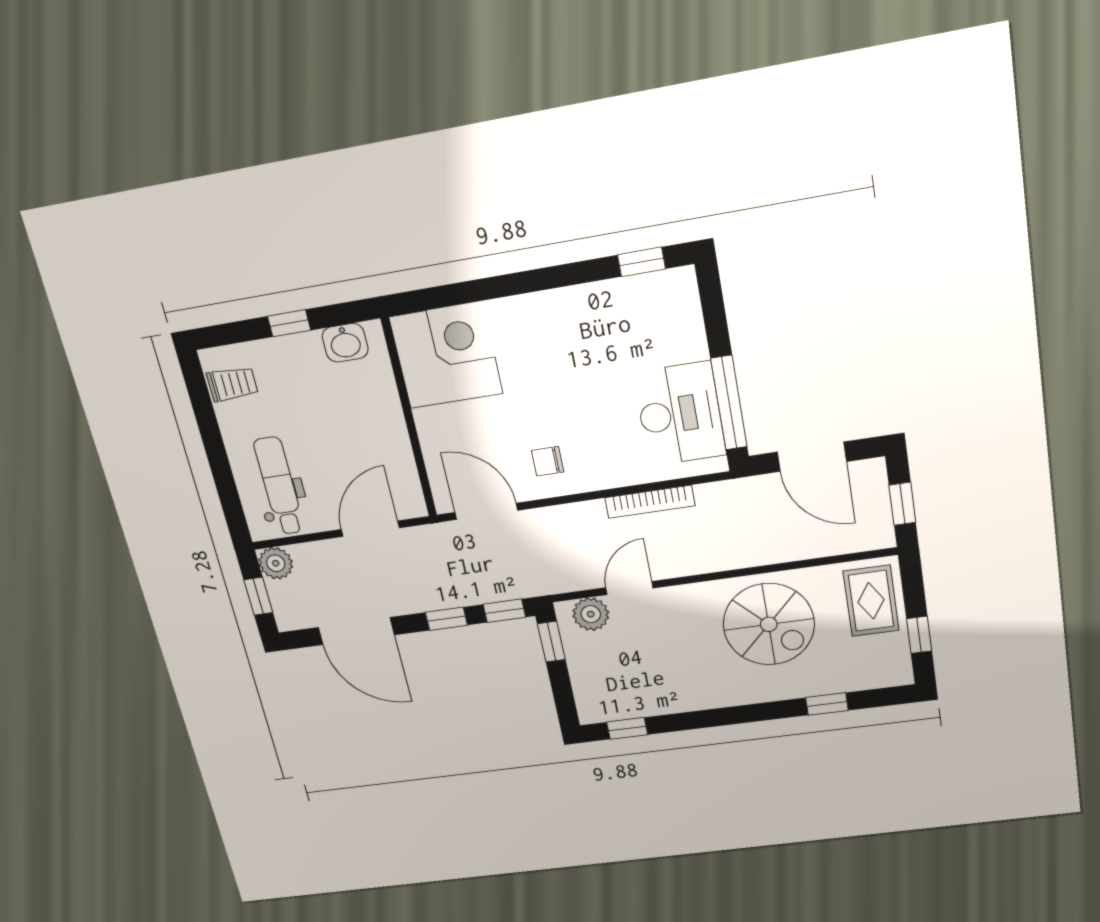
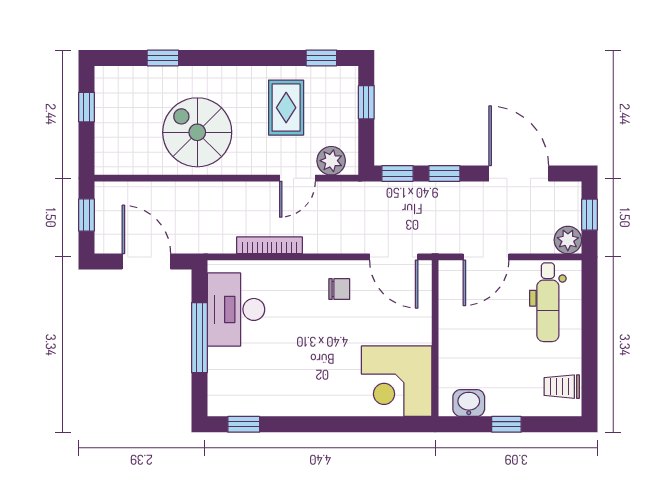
window: (729, 403) -> (199, 338), moved
rug: (871, 601) -> (286, 108), moved
window: (551, 642) -> (366, 102), moved

